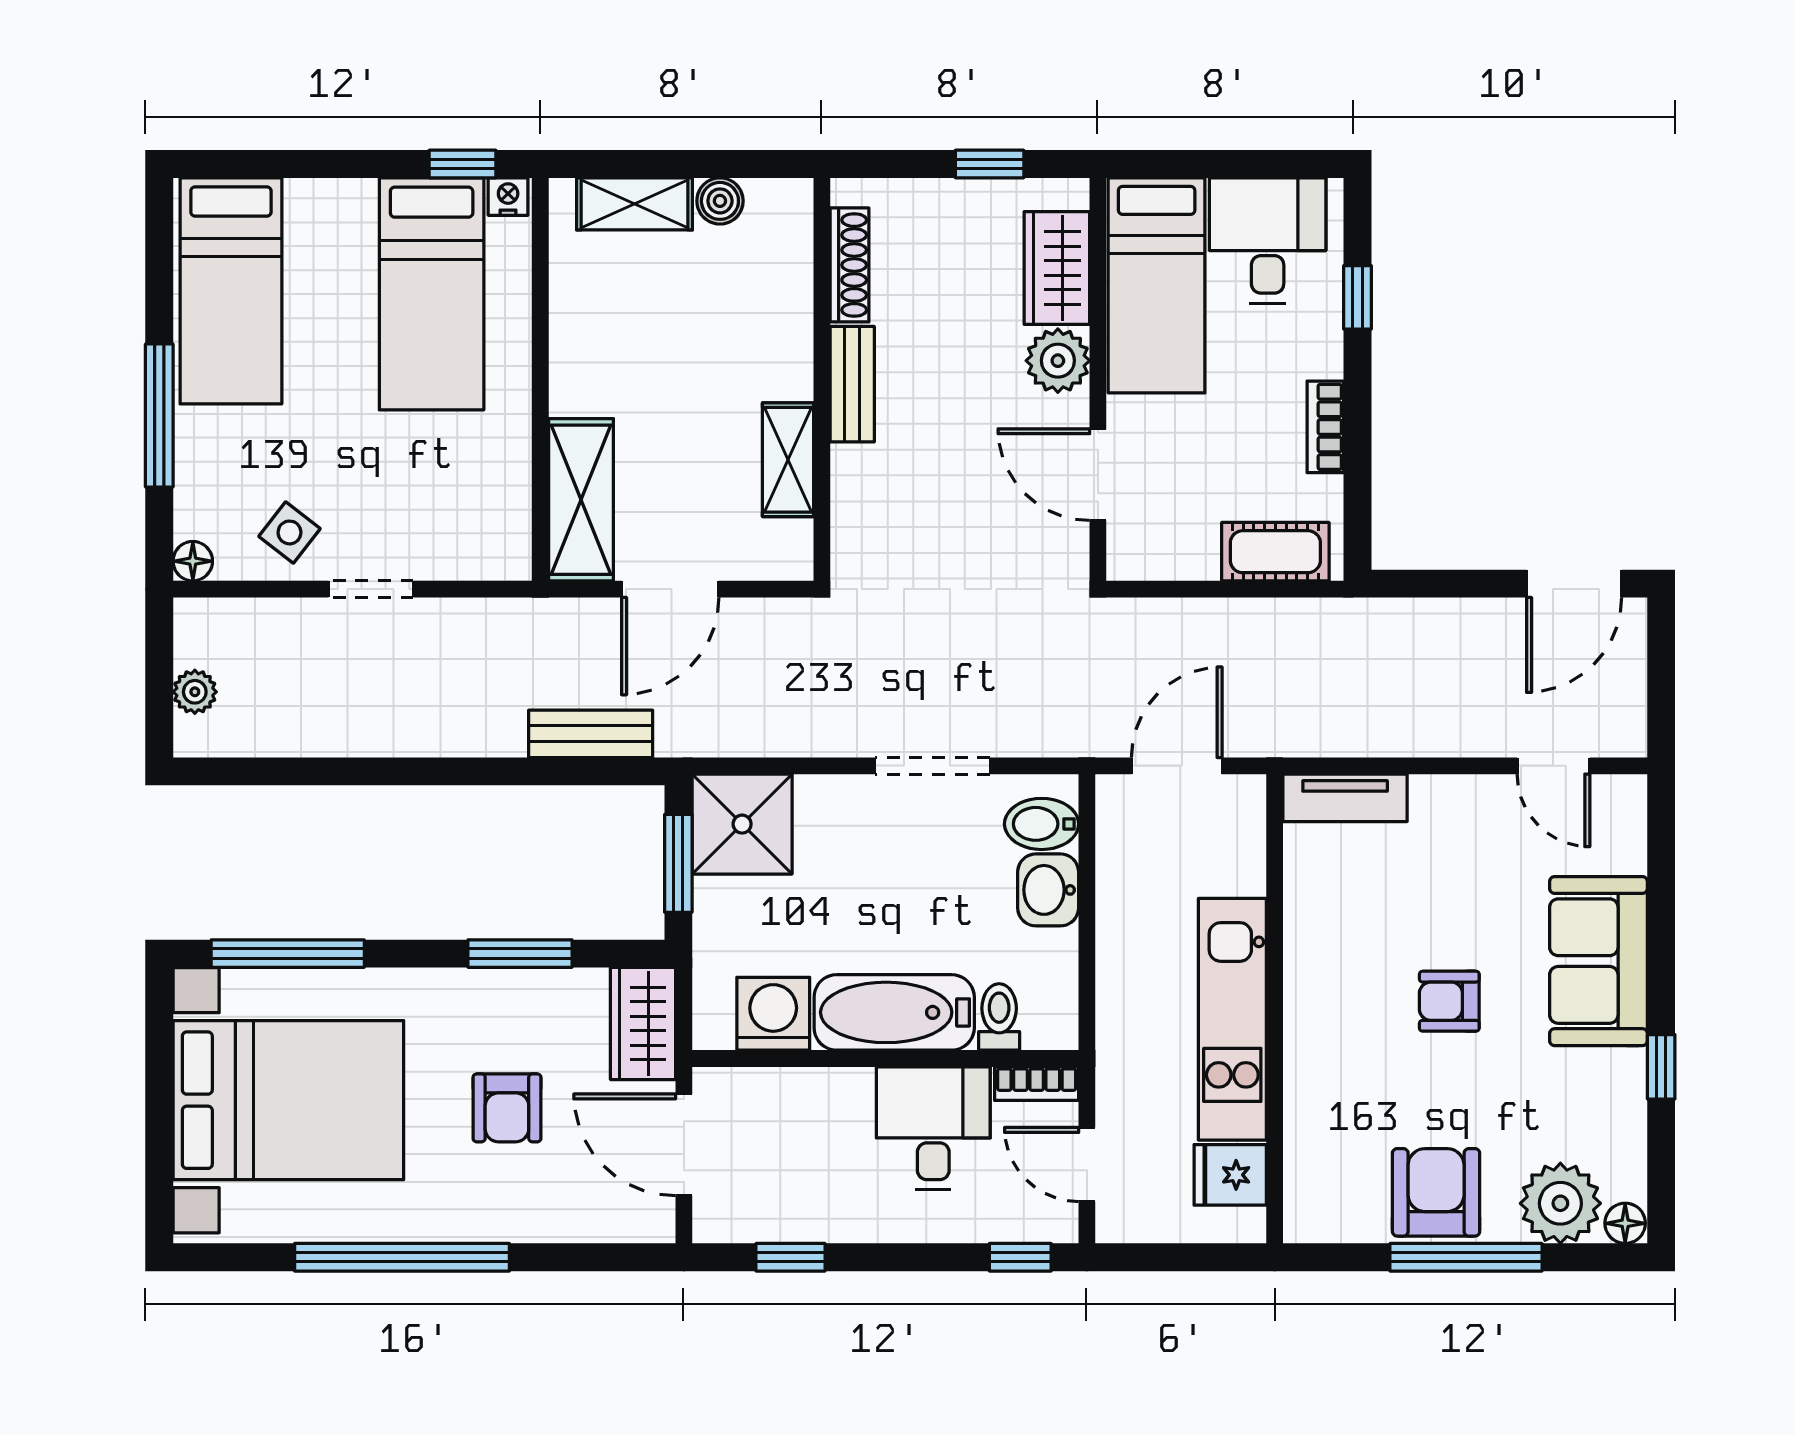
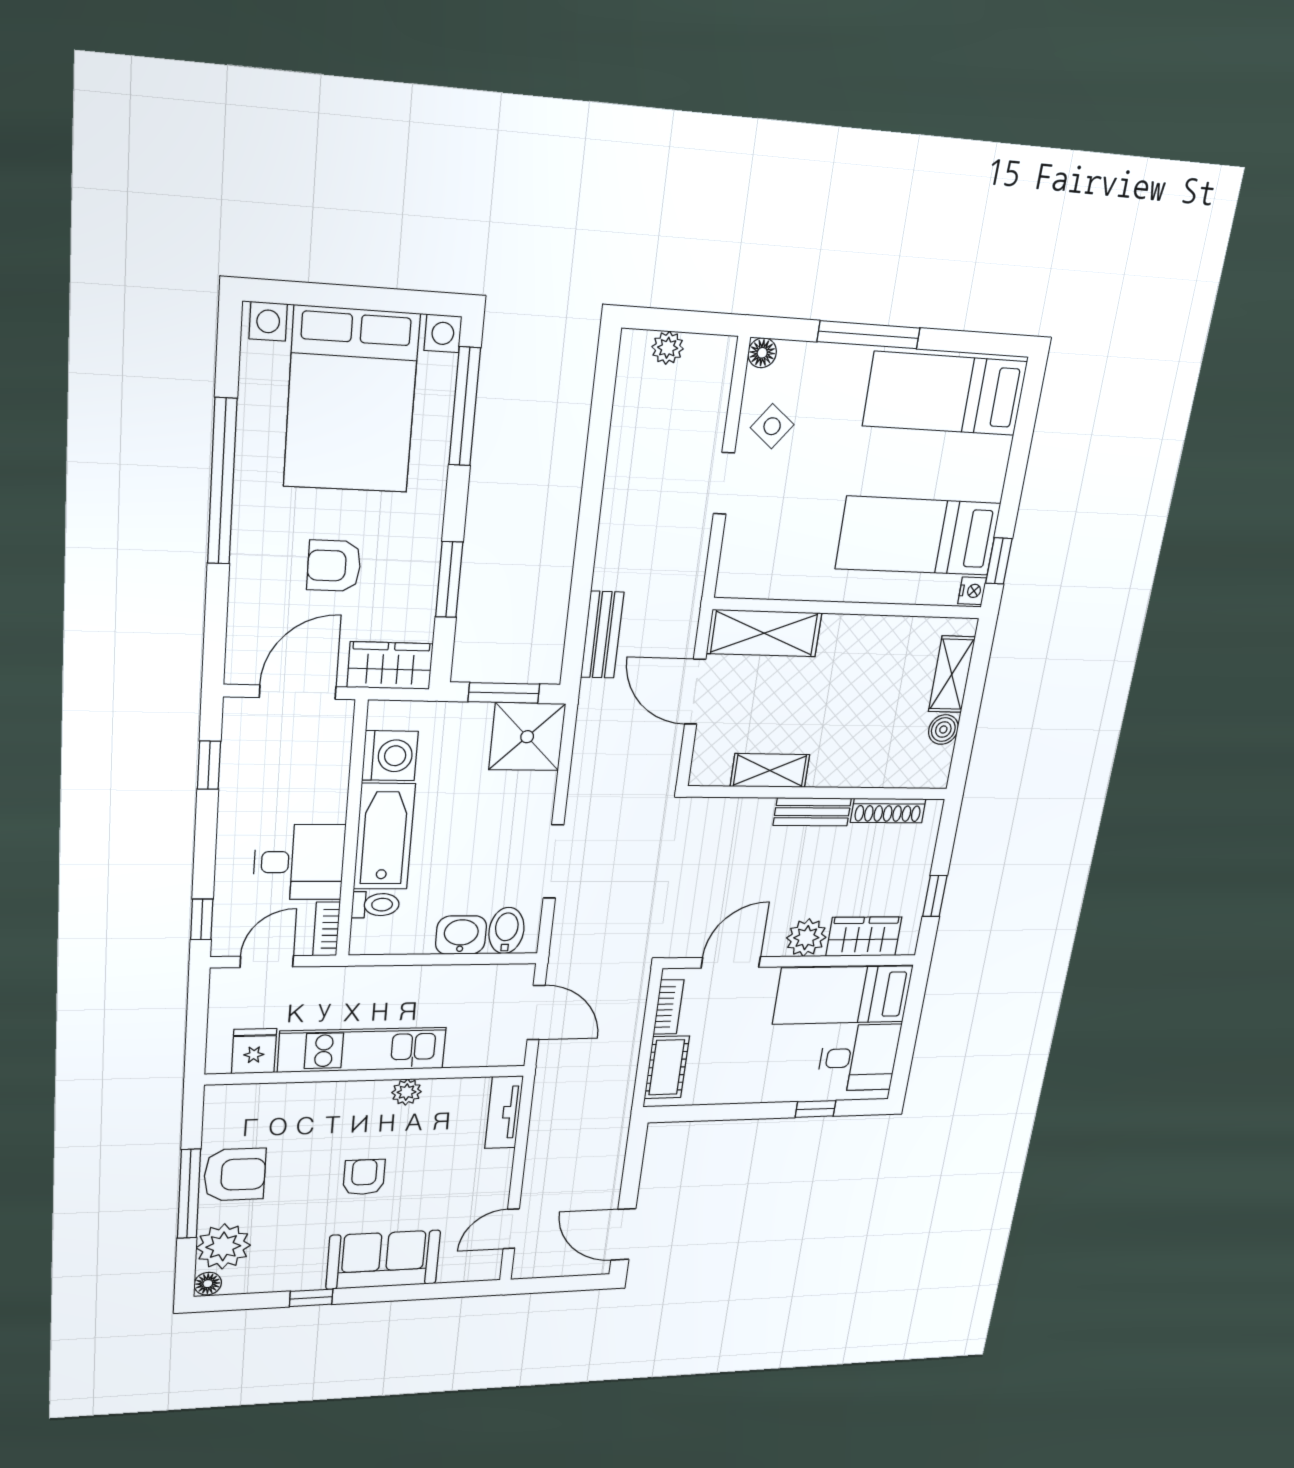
bookcase: (1325, 427) -> (668, 1007), moved, turned 90
plant: (1305, 949) -> (407, 1092), added

